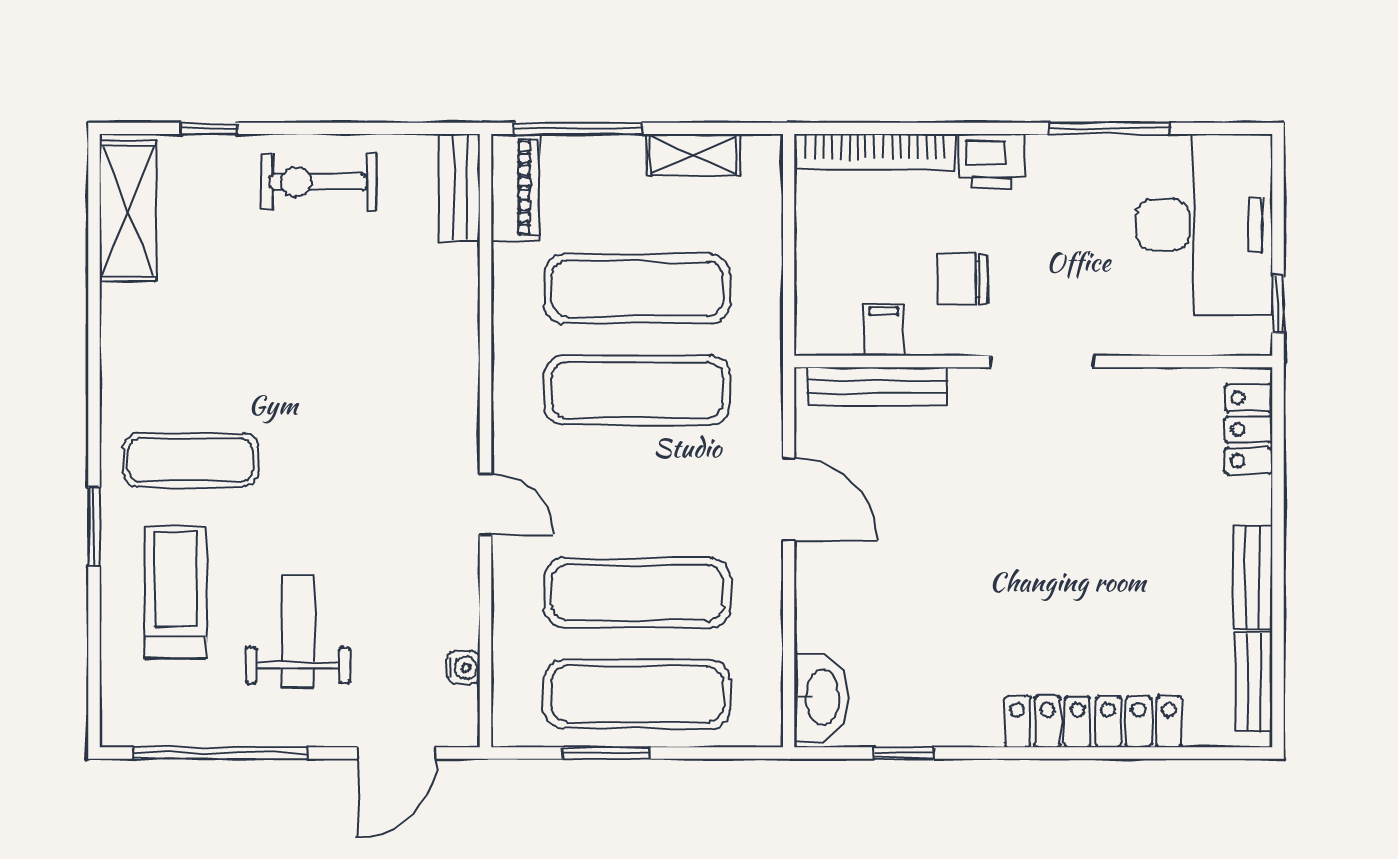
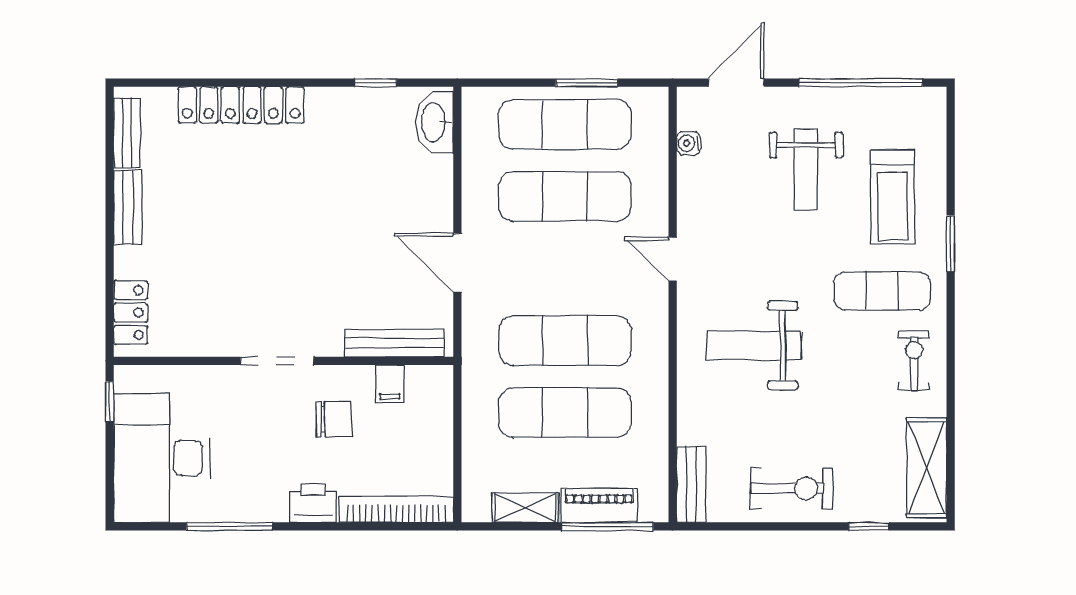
piano: (515, 188) -> (599, 505), moved, turned 90
exercise bike: (146, 362) -> (914, 361), added
weight bench: (371, 383) -> (754, 346), added

